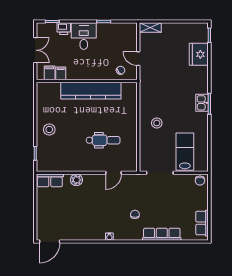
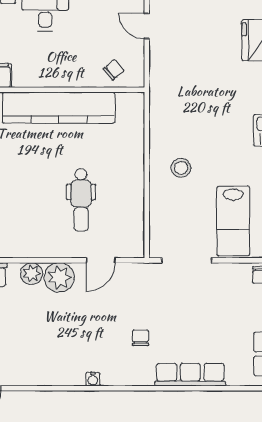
door: (138, 59) -> (147, 26), moved
dental chair: (103, 140) -> (81, 200), turned 90
lab bench: (185, 152) -> (233, 221), turned 180
plant: (91, 182) -> (59, 277), added

